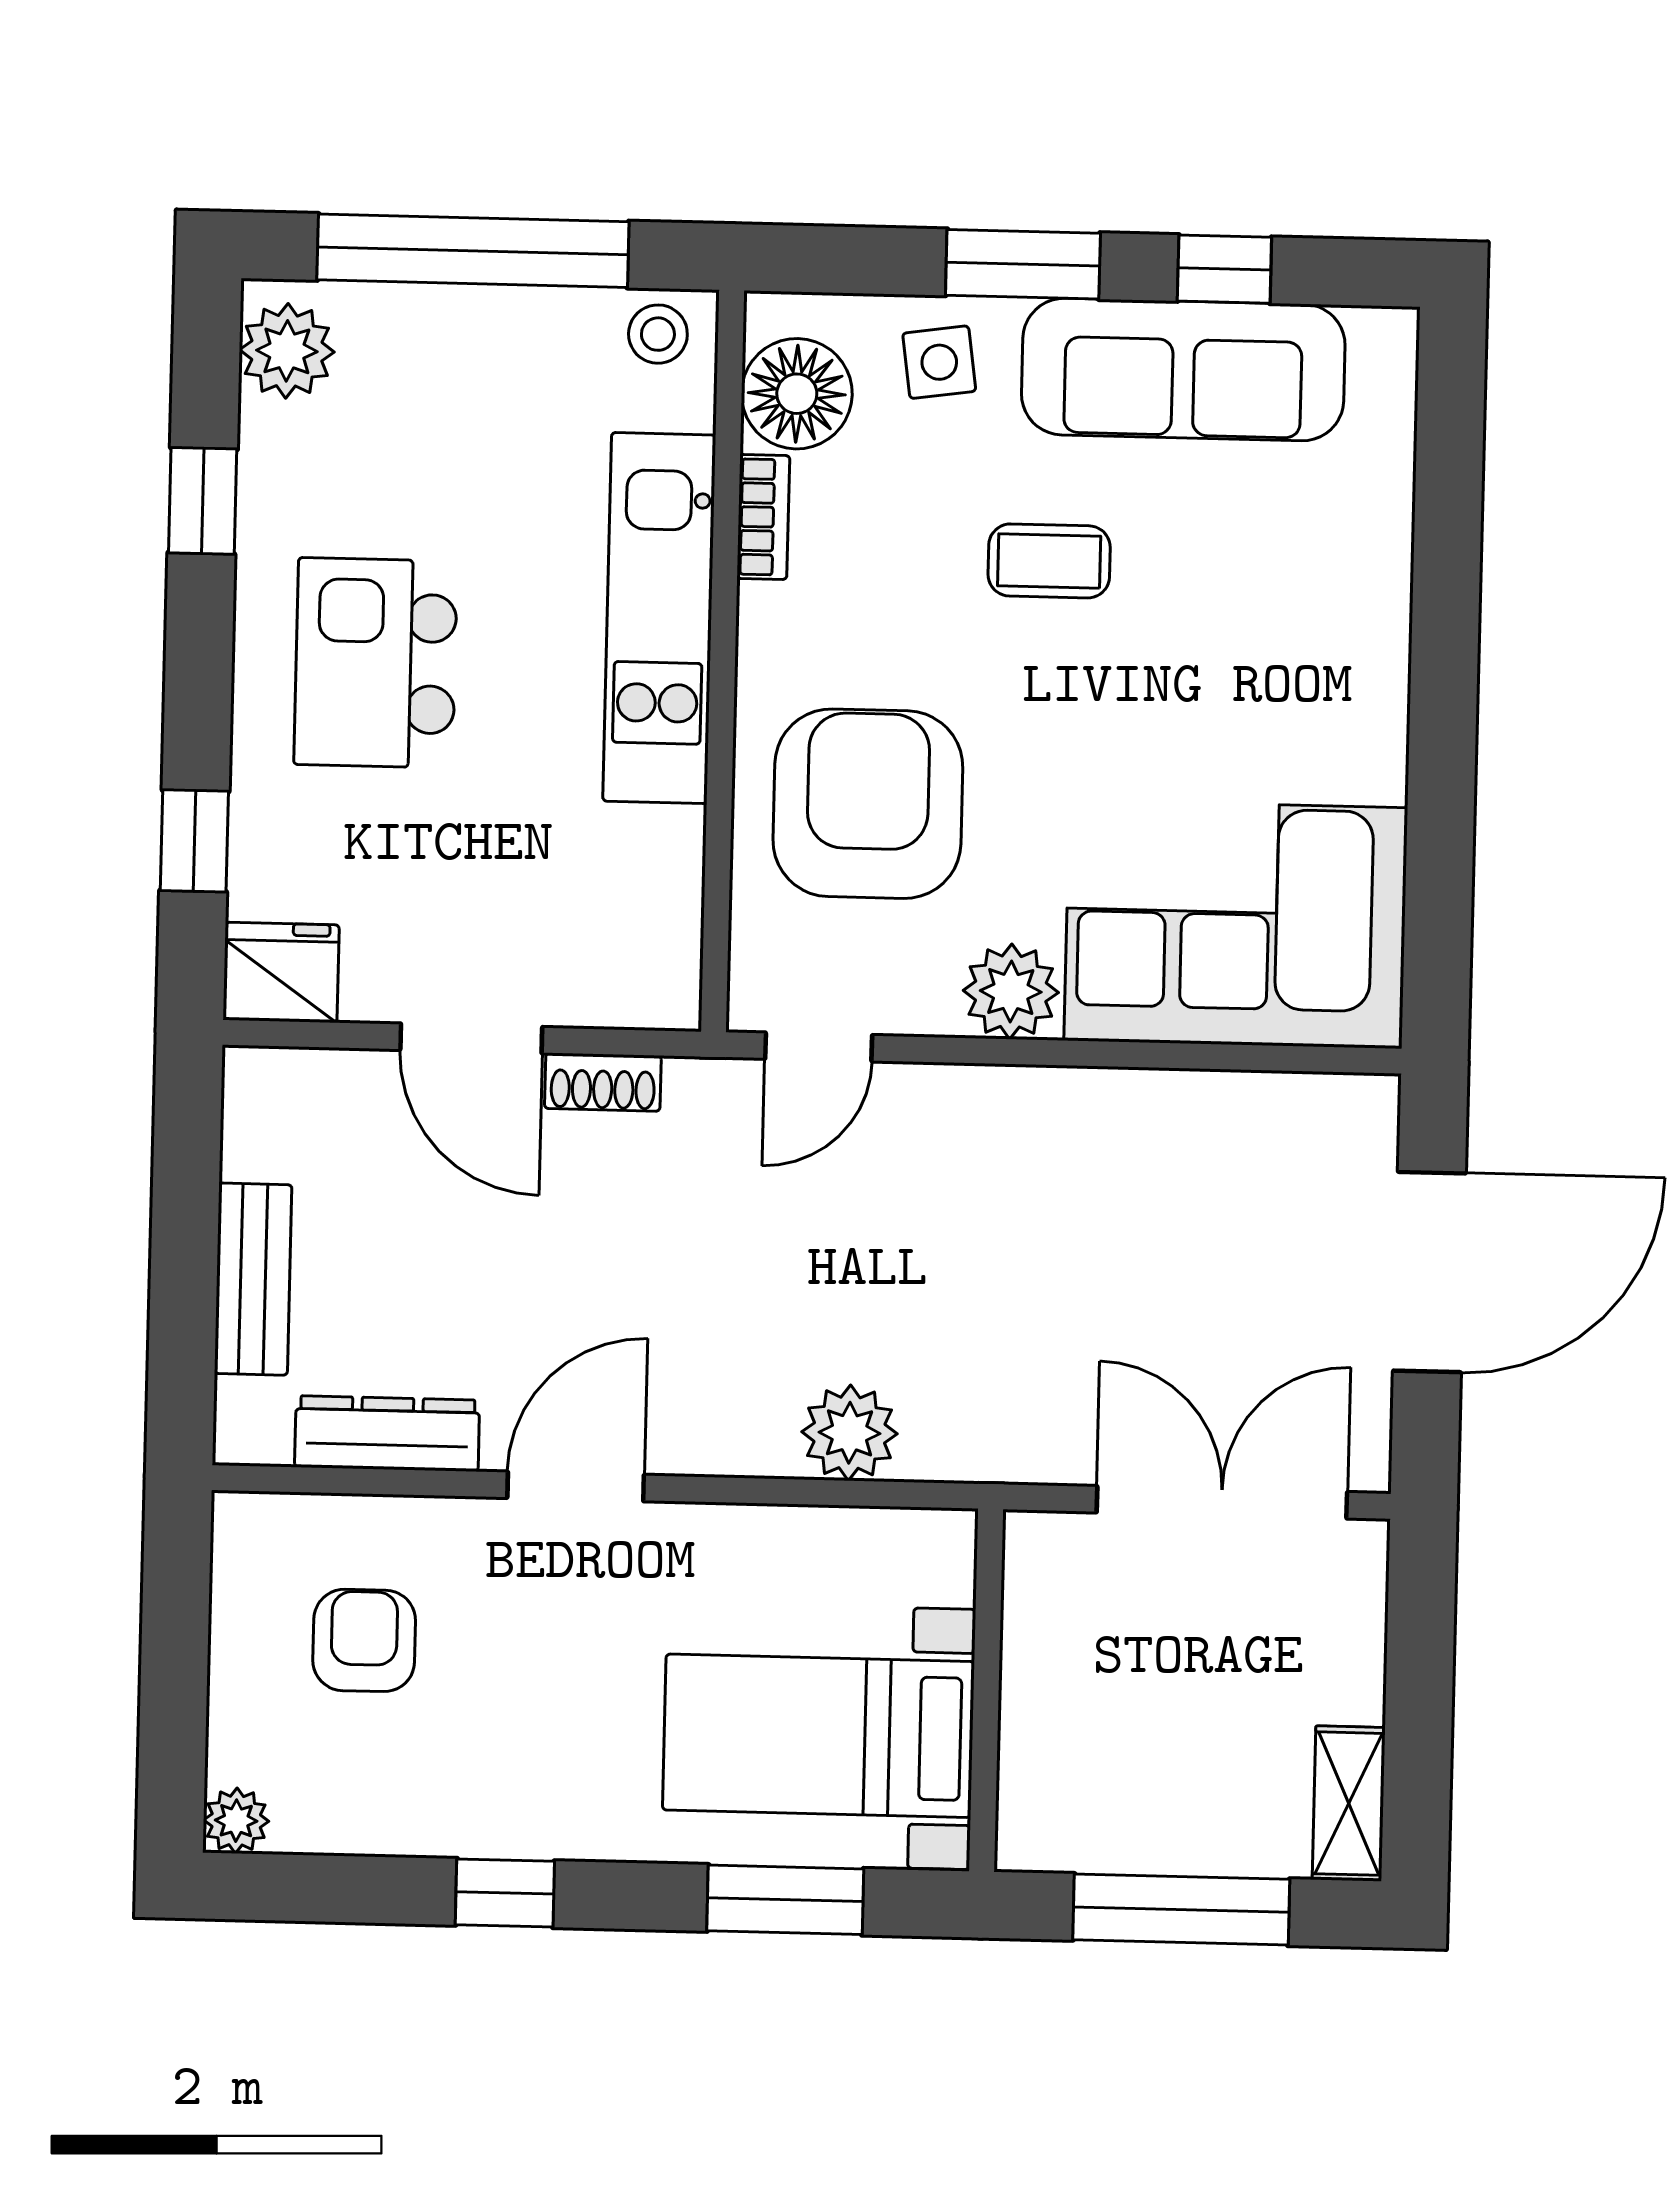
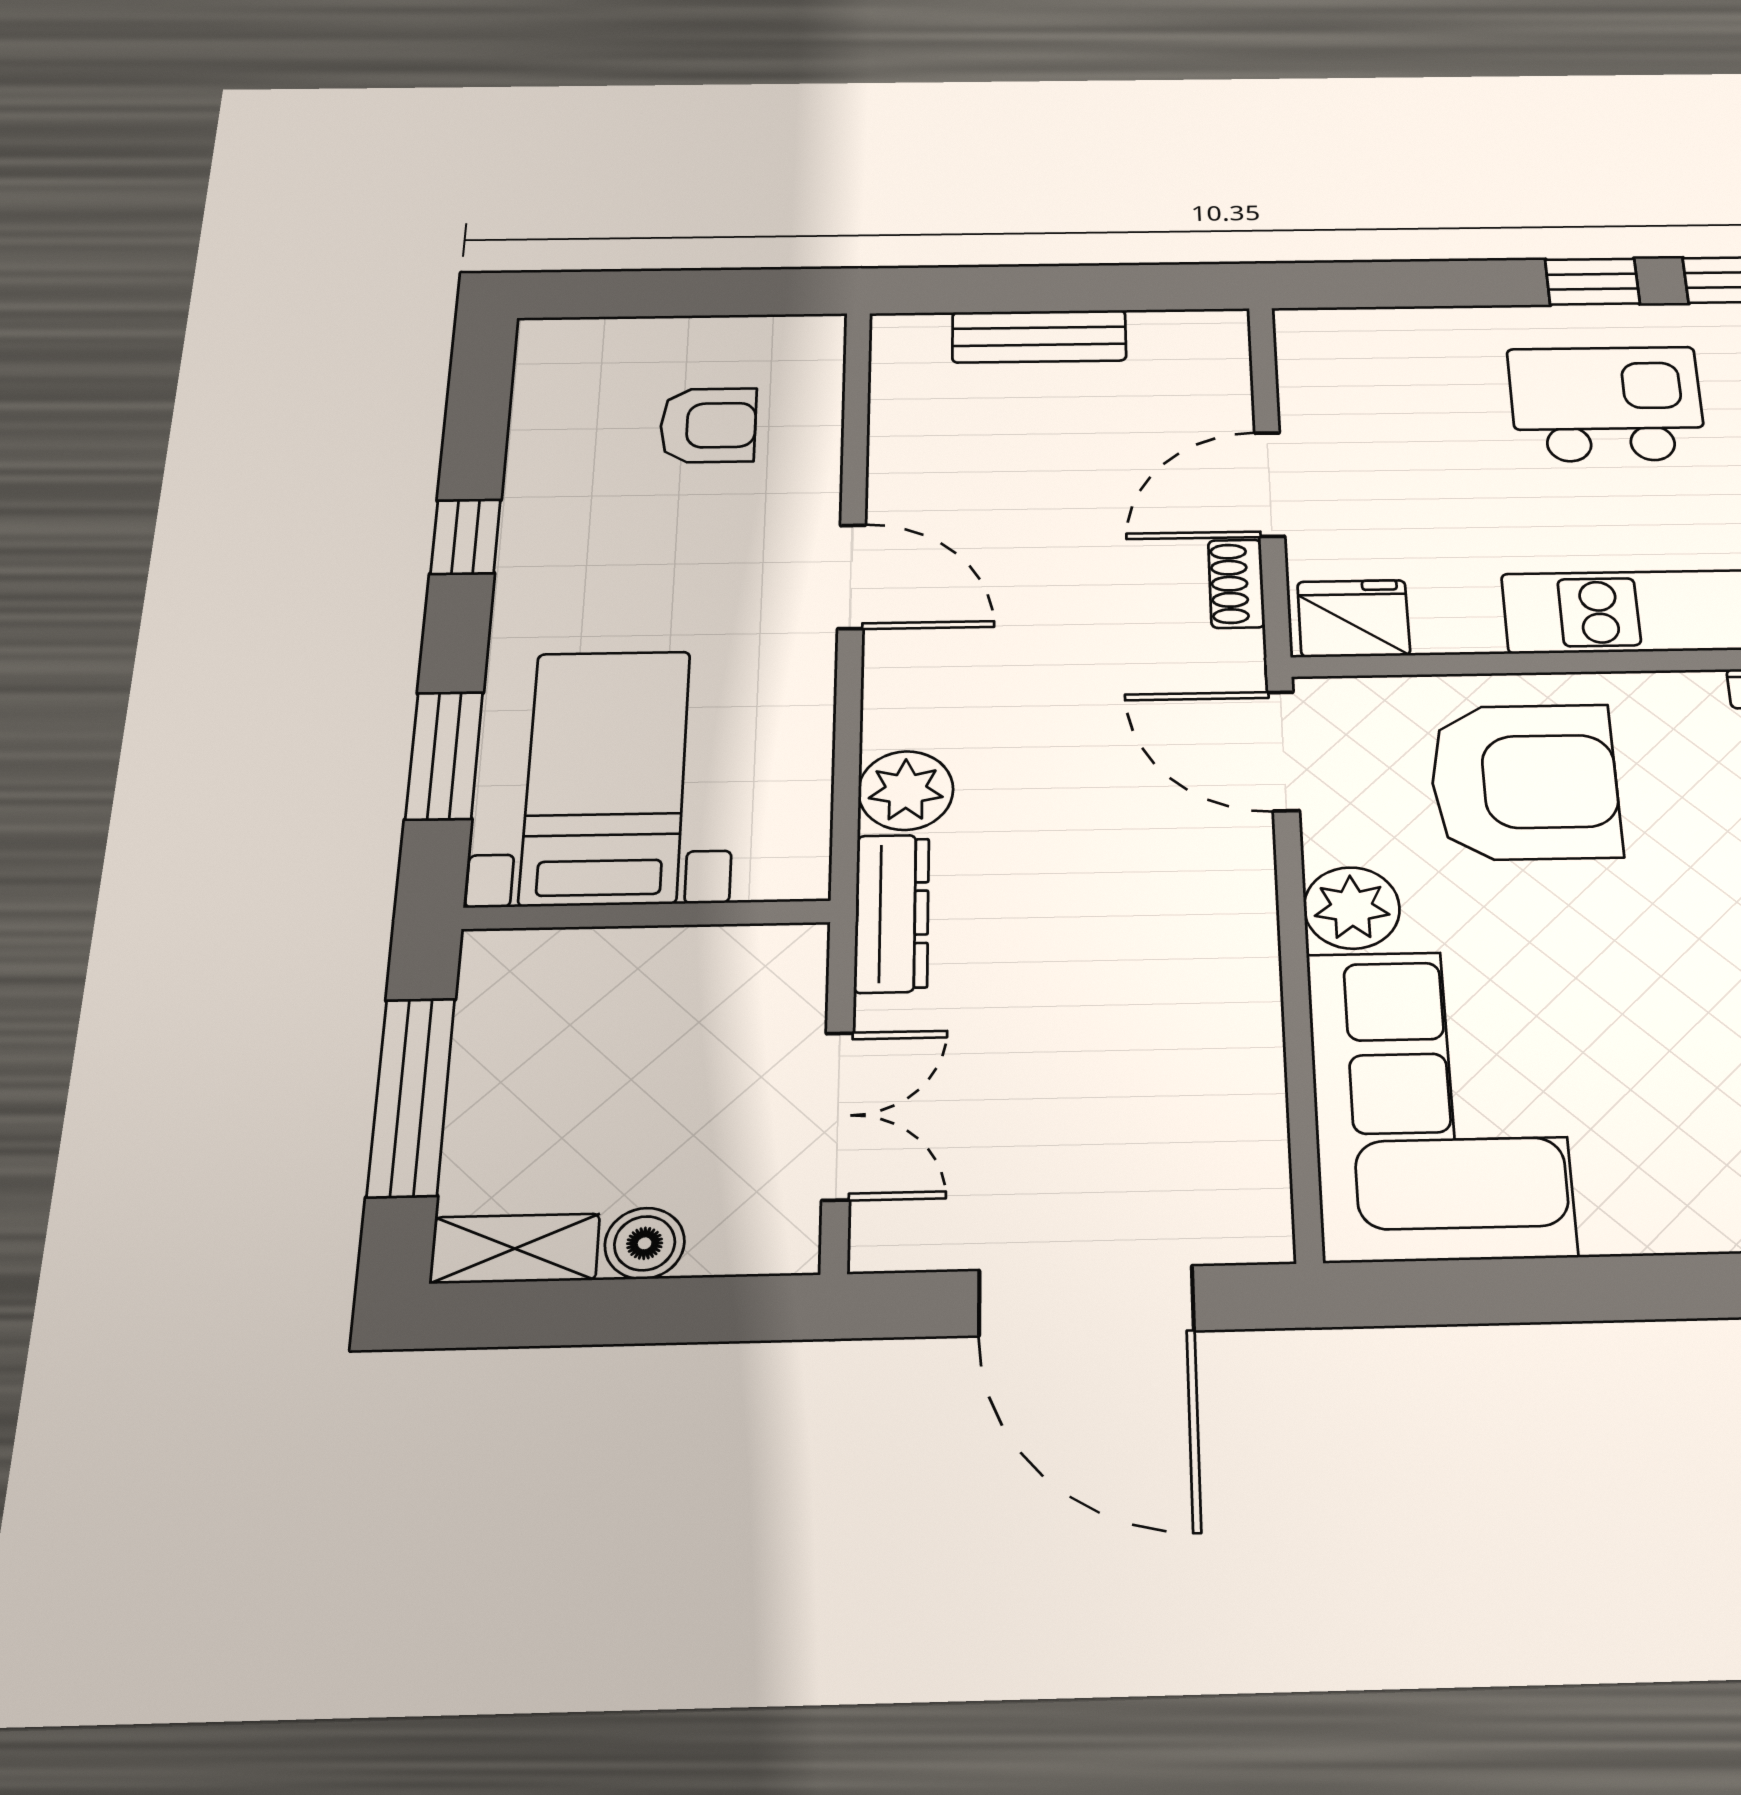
window: (194, 841) -> (1592, 282), moved
fridge: (281, 972) -> (1354, 618), moved, turned -90
door: (819, 1047) -> (1283, 751), width x1.38
dresser: (387, 1434) -> (892, 913), moved
double door: (1222, 1502) -> (838, 1116), width x0.73
boiler: (1349, 1683) -> (645, 1243), added
plant: (236, 1821) -> (545, 340), removed

